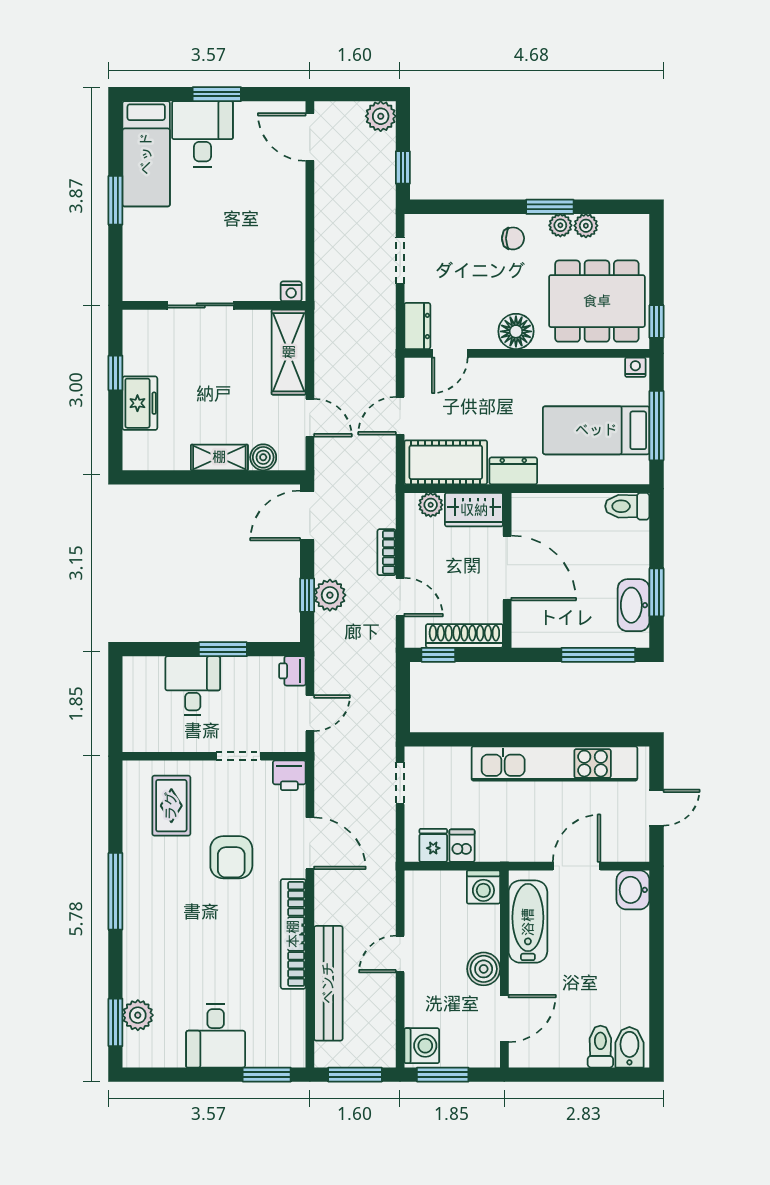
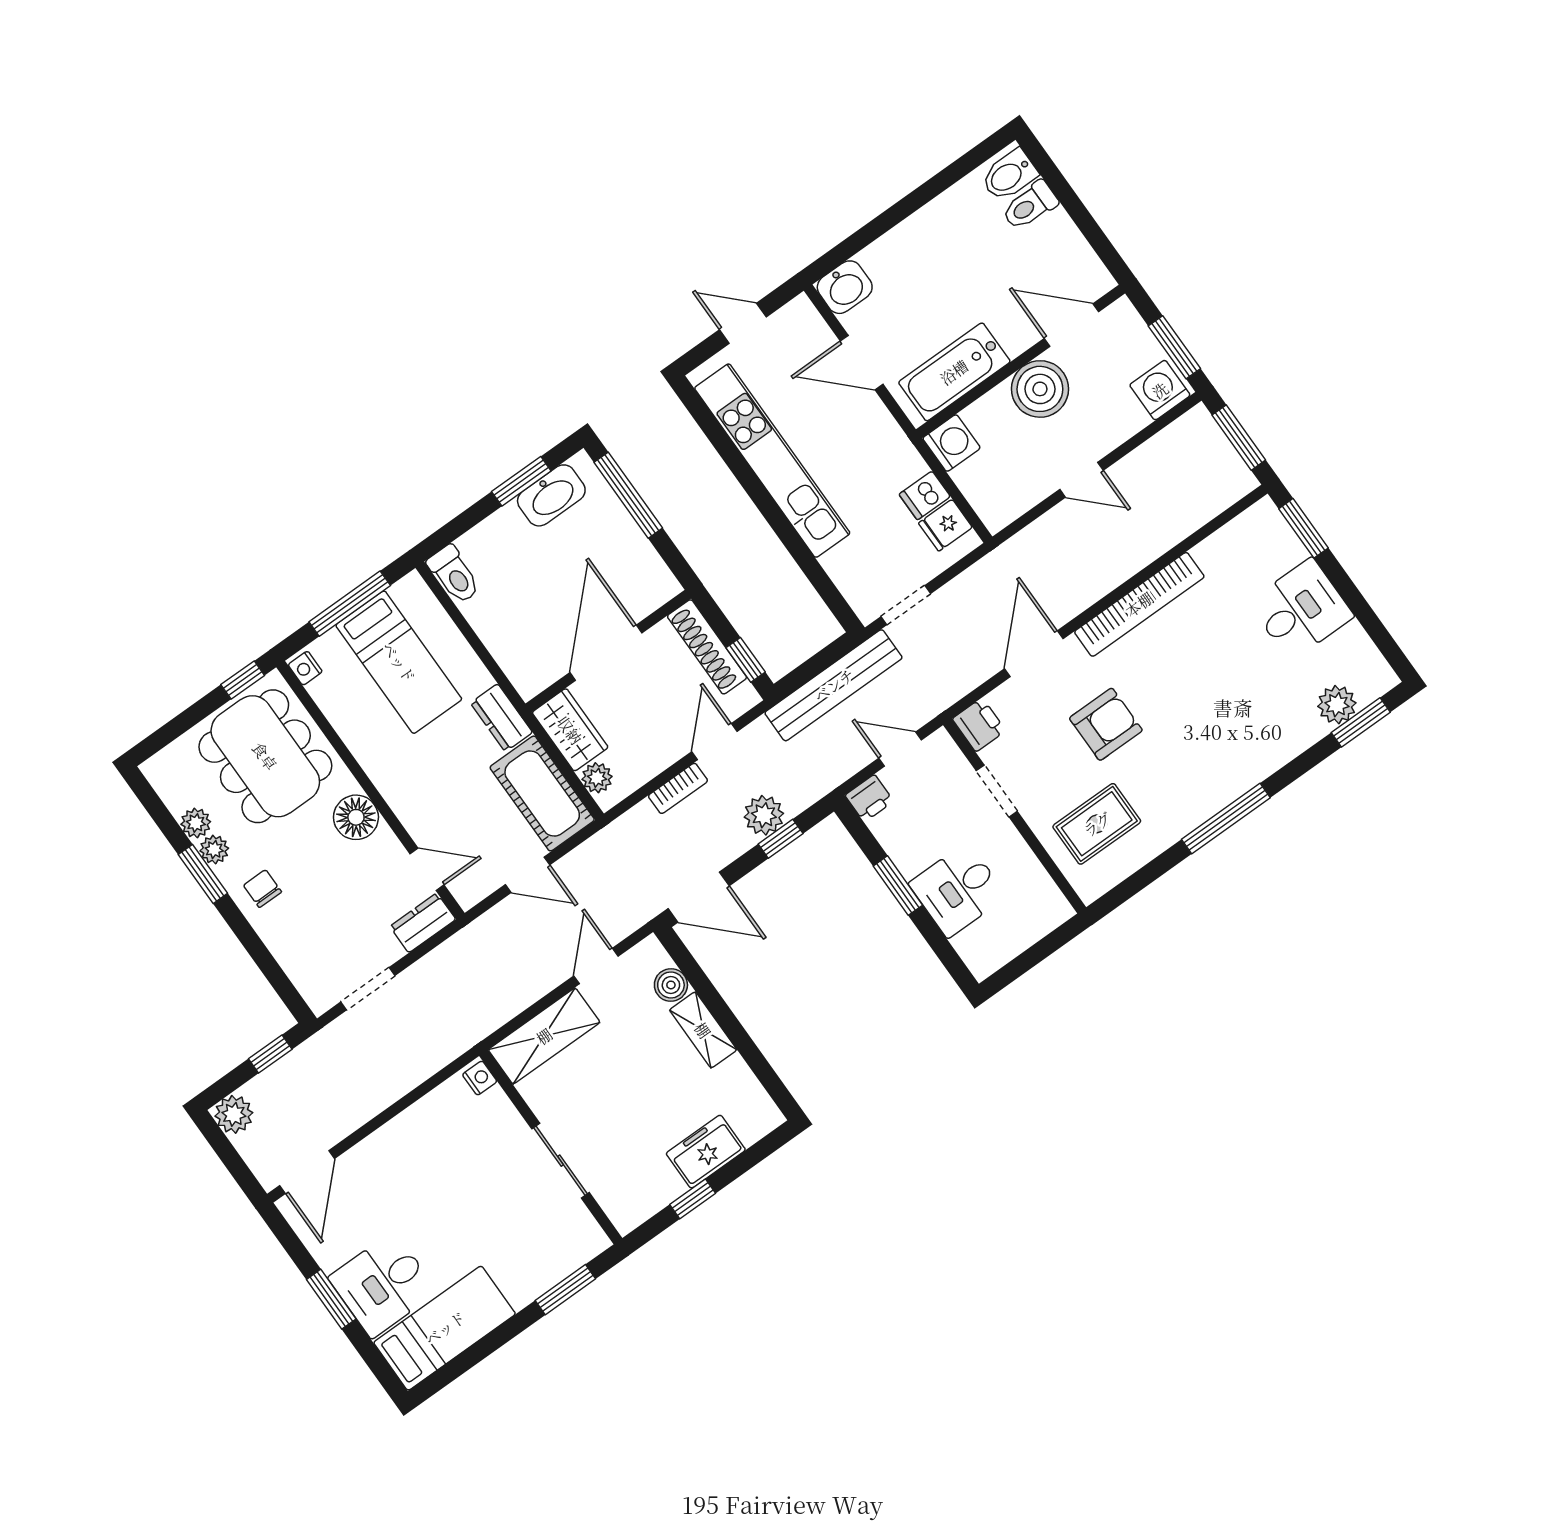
window: (115, 200) -> (565, 1290), moved
boiler: (484, 969) -> (1040, 389), width x1.37, depth x1.37
bench: (328, 983) -> (834, 685), moved

